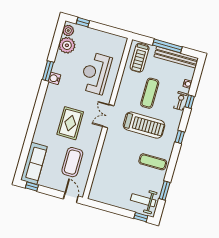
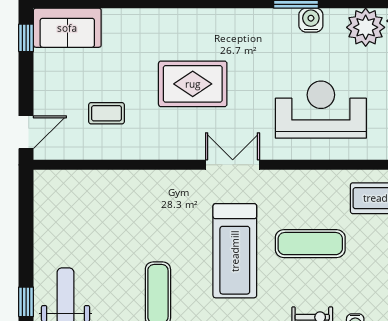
water cooler: (54, 78) -> (311, 20), moved
coffee table: (72, 162) -> (107, 113), width x0.54, depth x0.58
sofa: (34, 163) -> (67, 28), width x0.73

